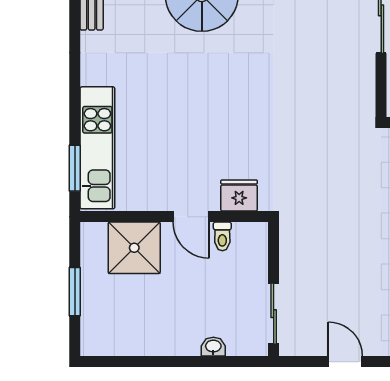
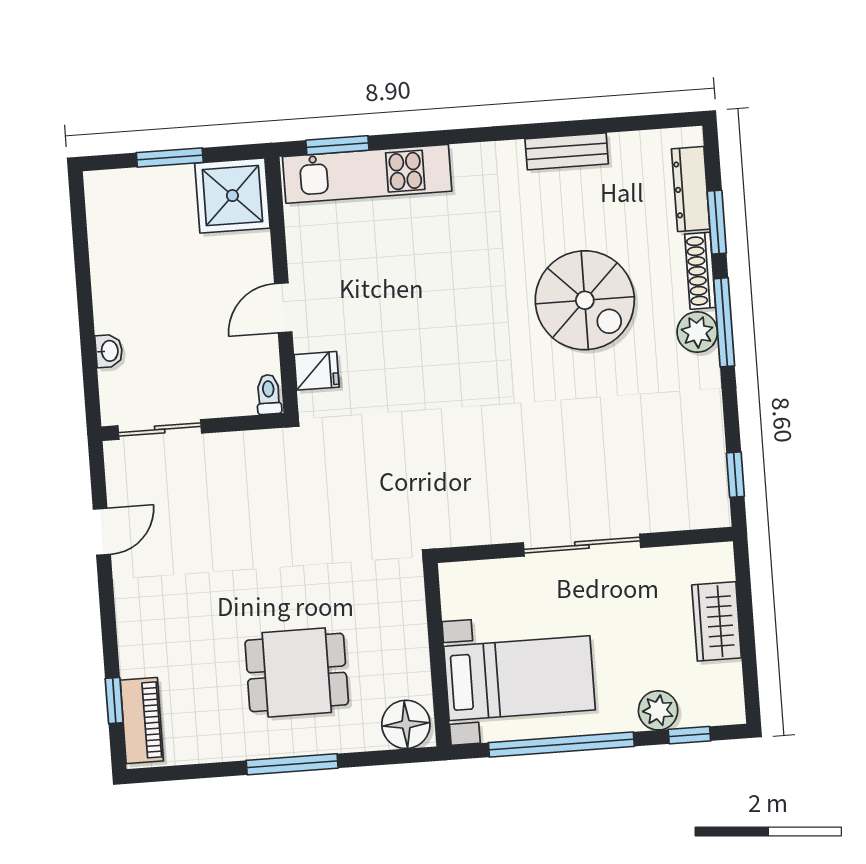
fridge: (239, 195) -> (317, 371), width x0.72
toilet: (222, 236) -> (269, 394), moved, turned 90
shower: (134, 248) -> (232, 196), moved

